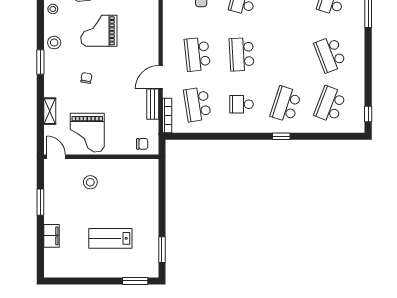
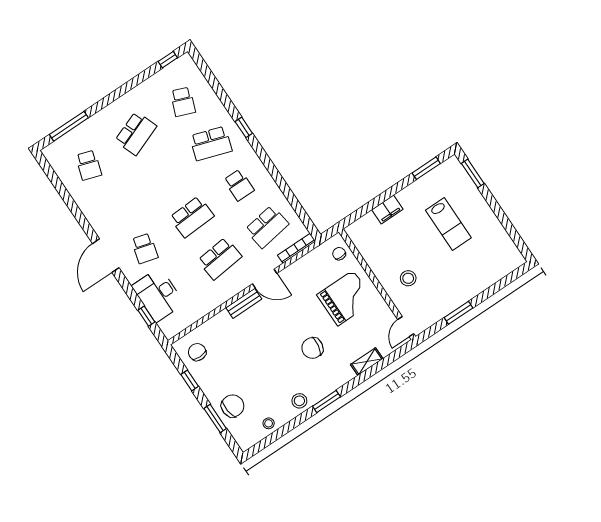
grand piano: (99, 31) -> (260, 366), removed
chair: (86, 78) -> (312, 348), width x1.87, depth x1.87
bench: (153, 104) -> (244, 303), moved
school desk: (330, 104) -> (183, 102), width x0.54
grand piano: (87, 133) -> (345, 298), moved
filing cabinet: (52, 236) -> (387, 210), moved, turned 180

